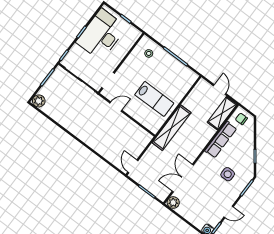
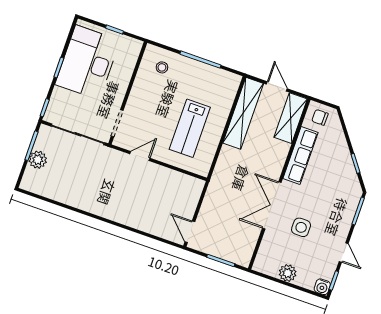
lab bench: (154, 99) -> (190, 128), turned 90
plant: (39, 101) -> (38, 160), moved
shelving: (172, 128) -> (243, 113), moved
side table: (228, 174) -> (301, 227), moved
double door: (183, 178) -> (272, 205), moved
plant: (173, 203) -> (288, 273), moved
door: (229, 212) -> (344, 253), hinge flipped

